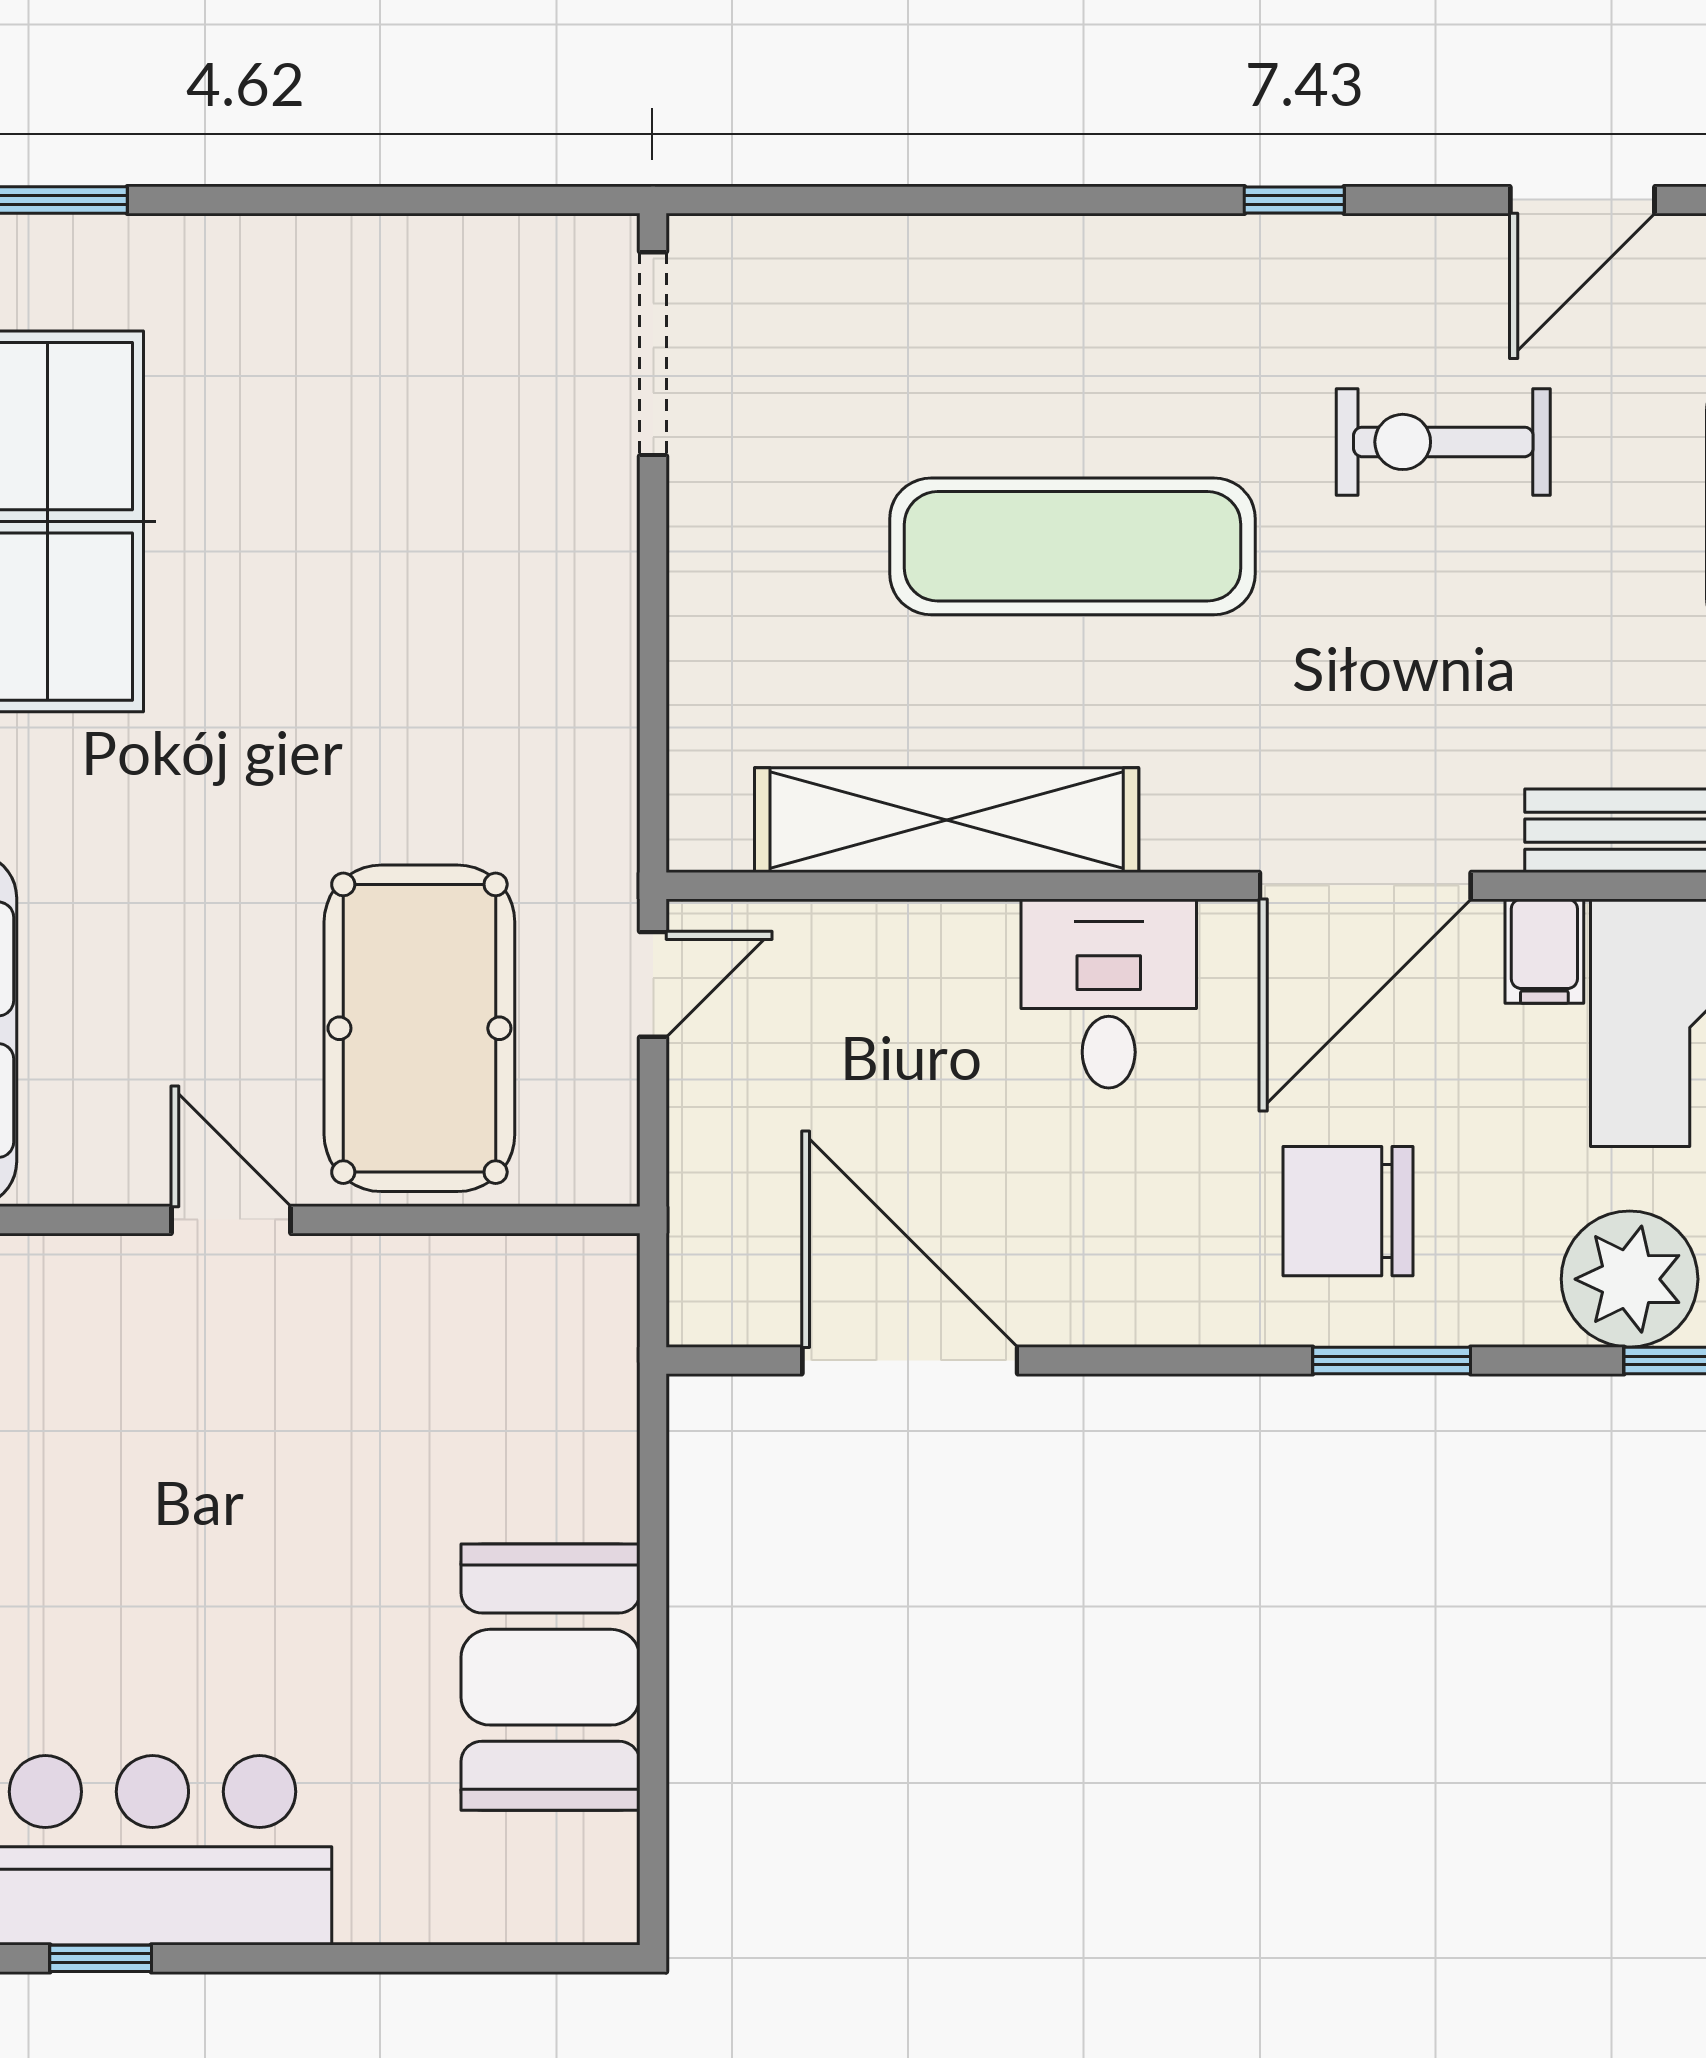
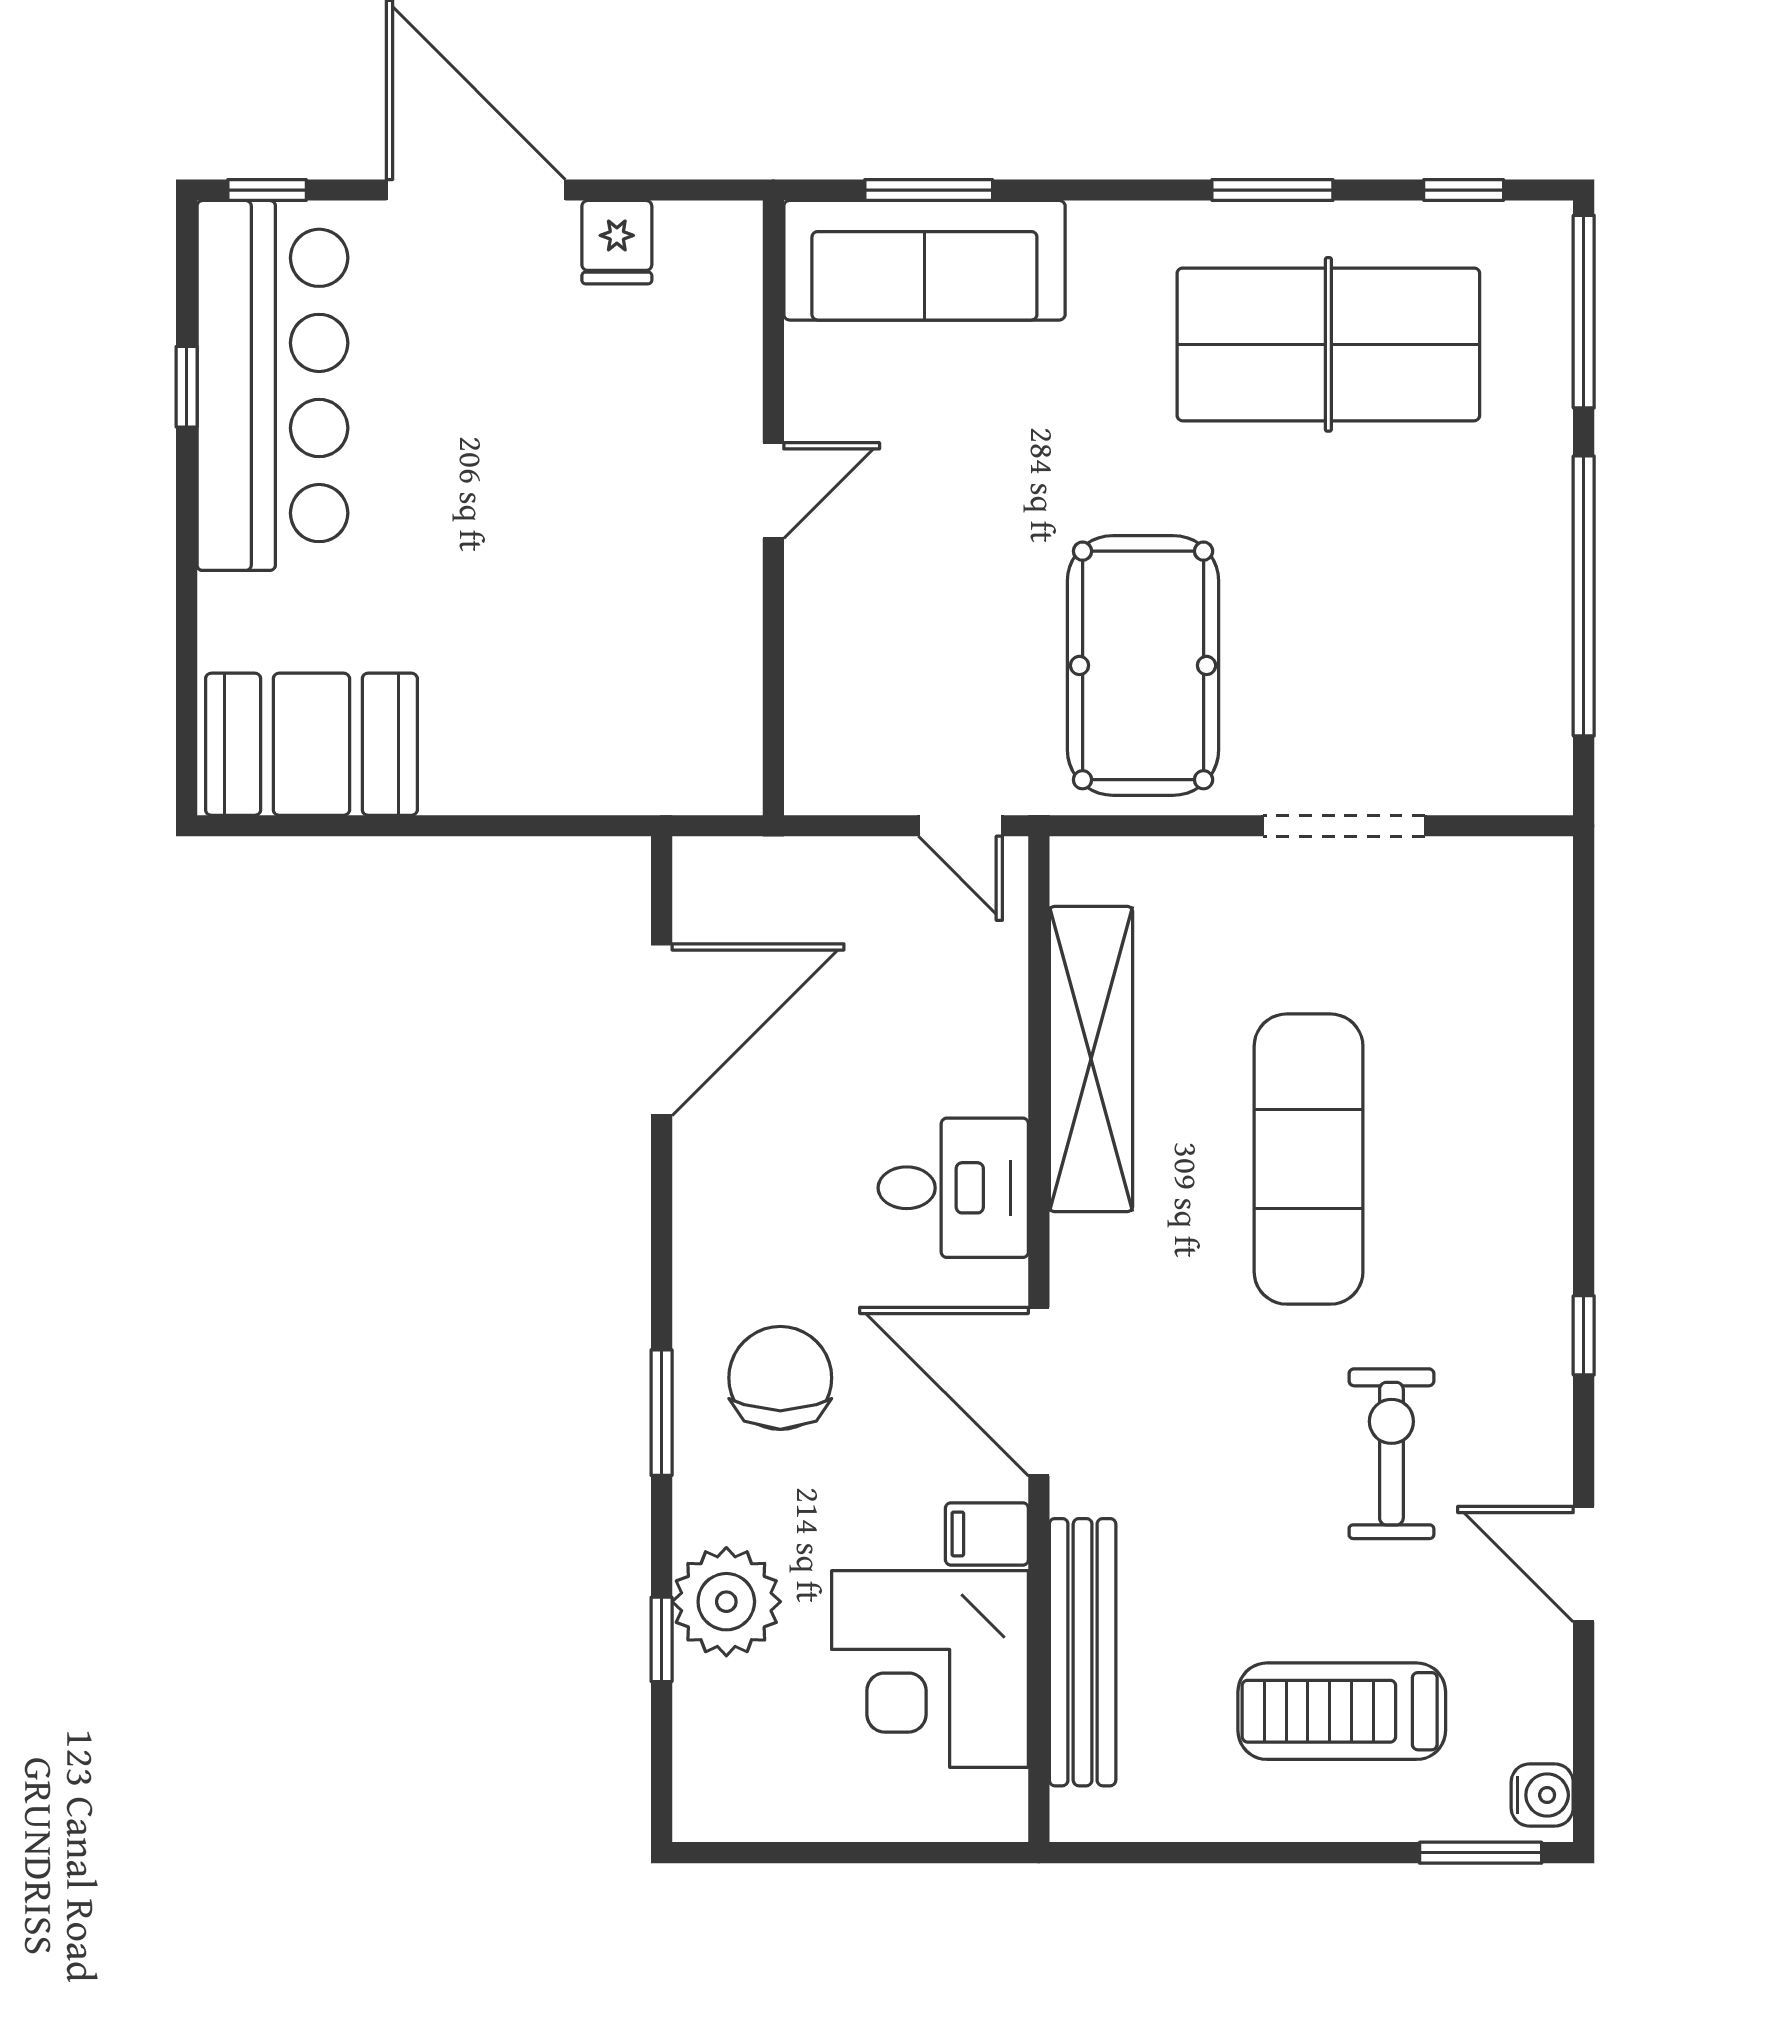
window: (364, 200) -> (1584, 596), added
doorway: (653, 354) -> (1344, 826), moved
pool table: (419, 1028) -> (1143, 665), moved, turned 90
booth: (550, 1677) -> (311, 744), moved

